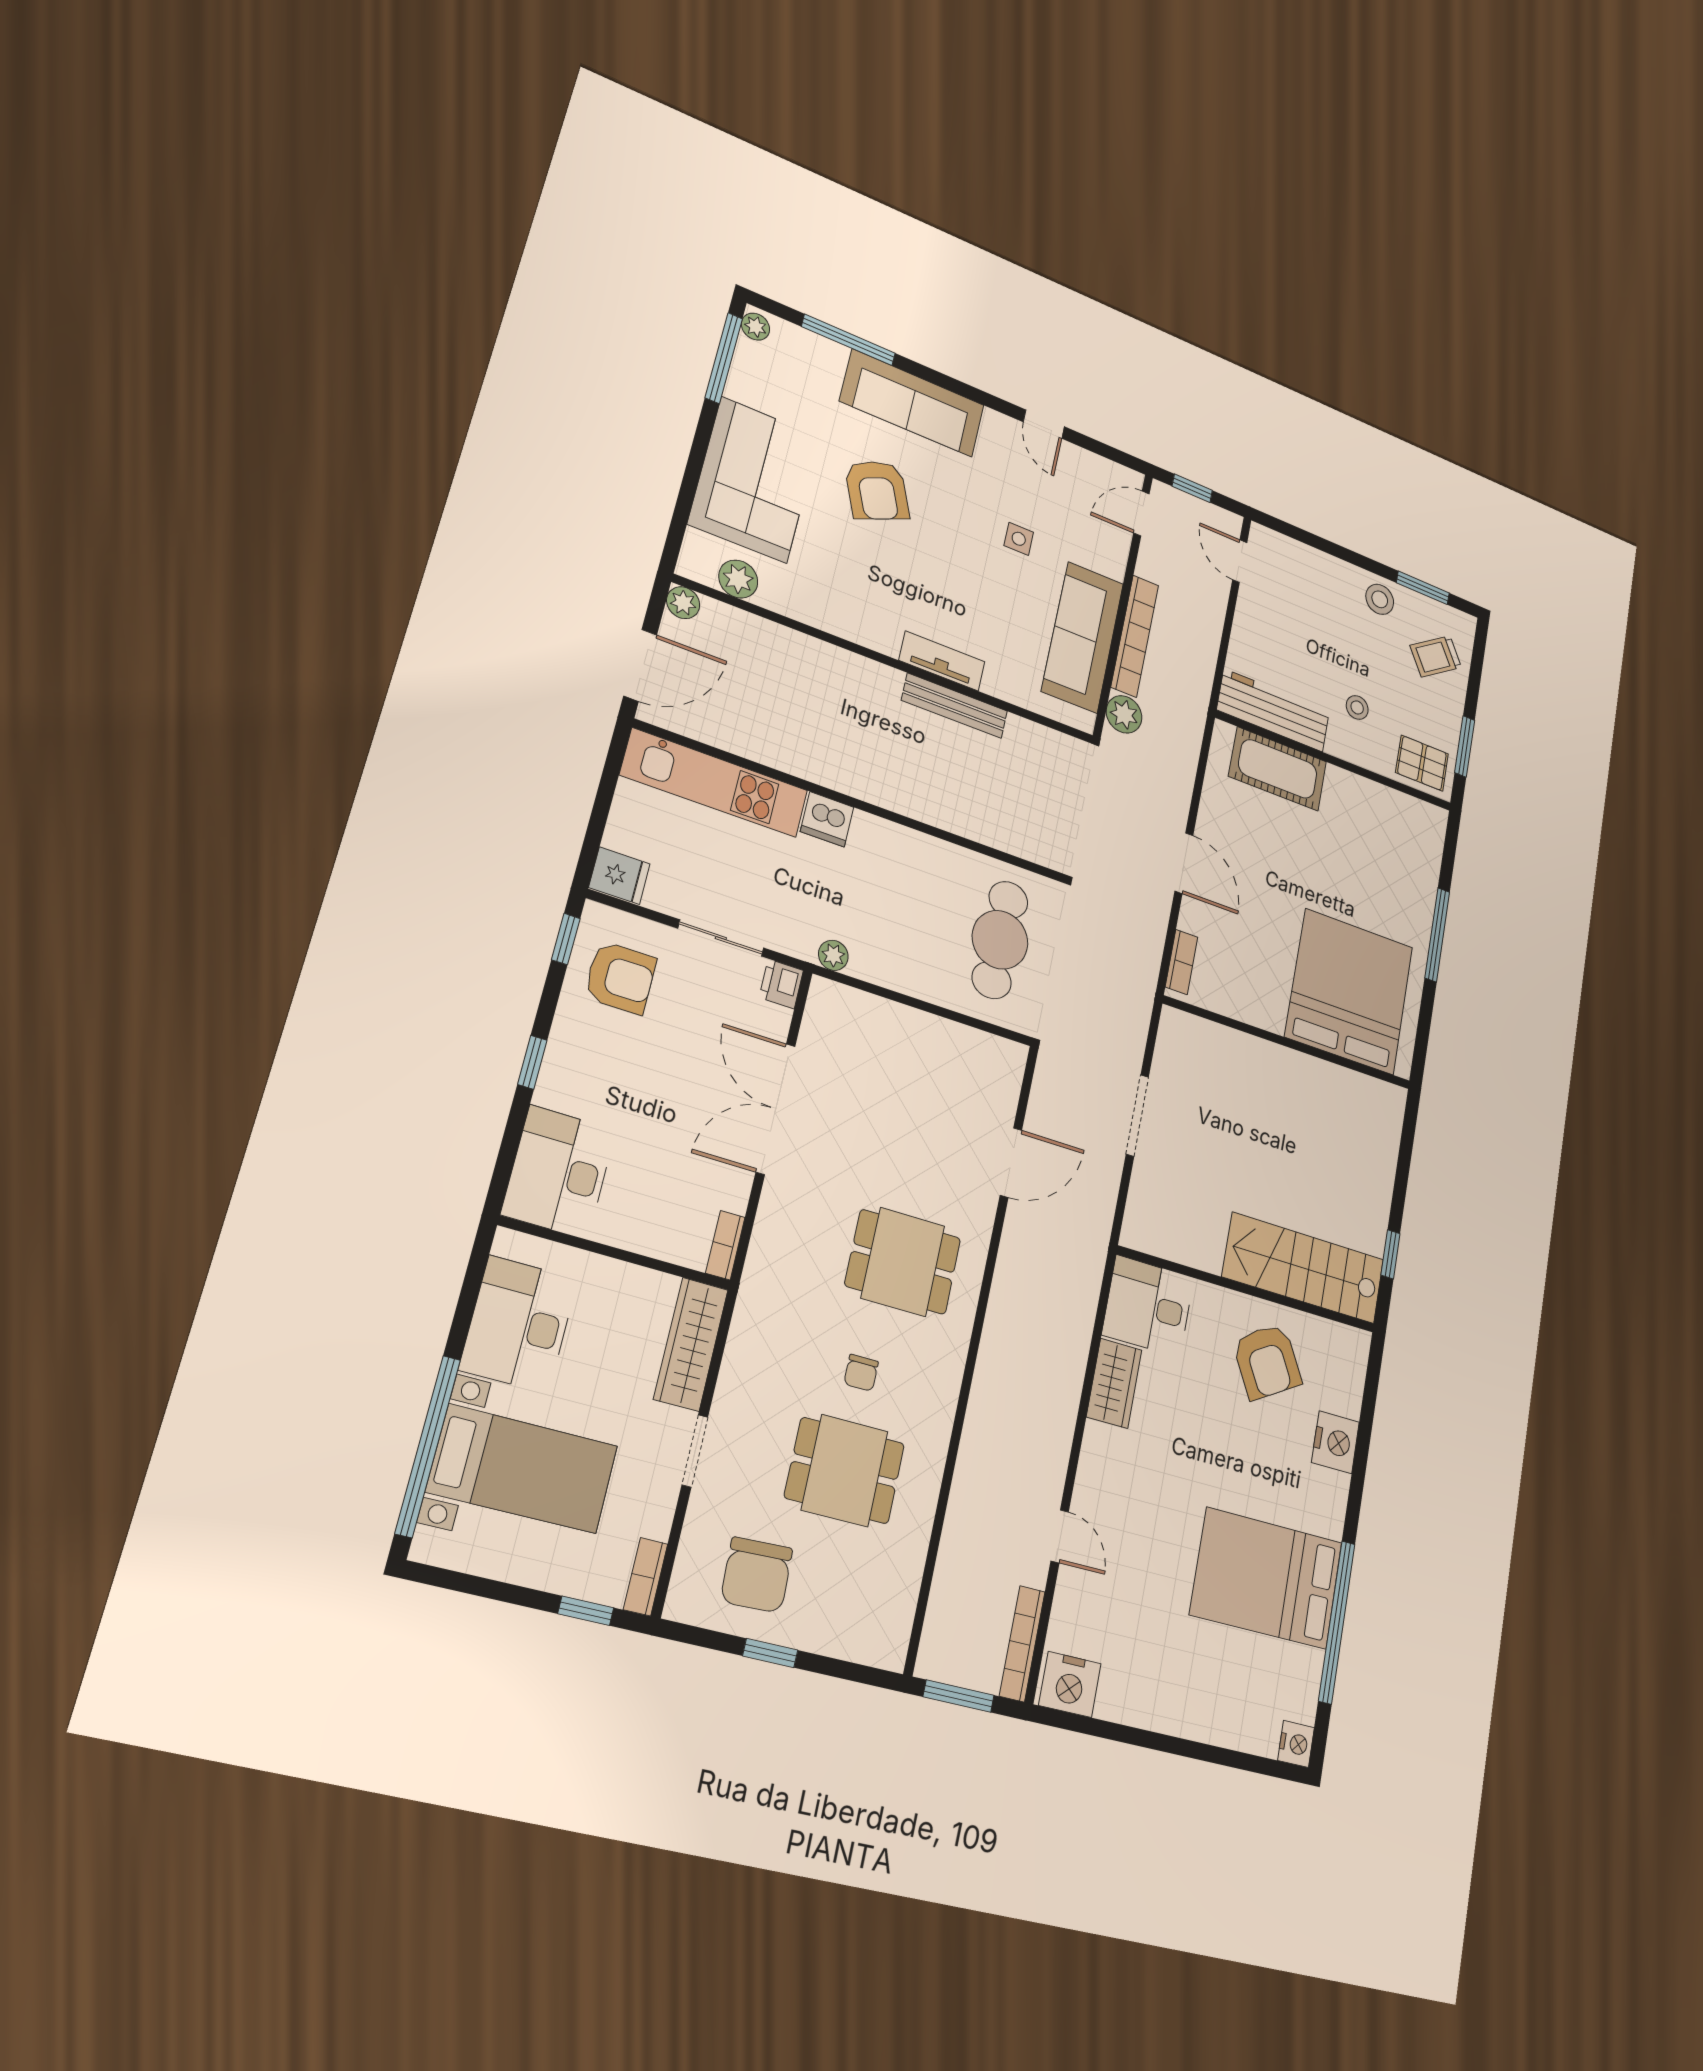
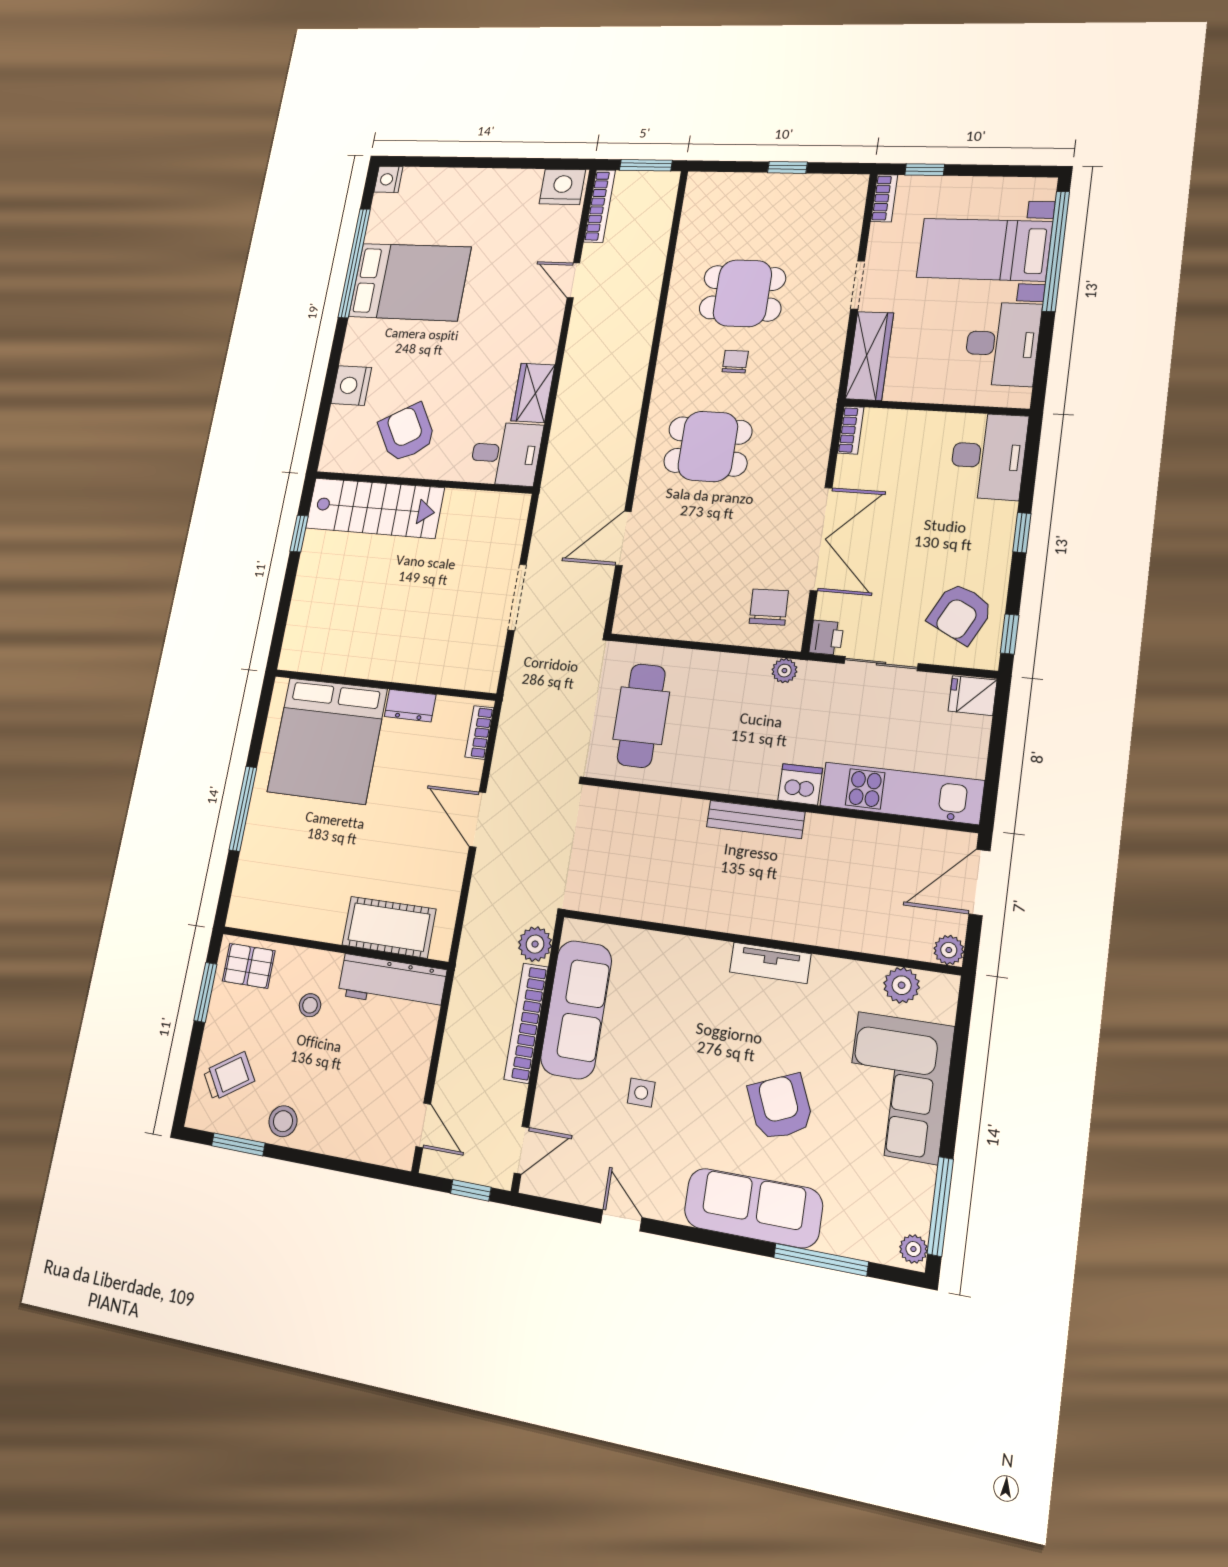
tv unit: (942, 661) -> (770, 963), moved
bench: (955, 706) -> (756, 819), moved
armchair: (620, 978) -> (960, 613), turned -63
dresser: (1259, 1011) -> (410, 706), added
chair: (757, 1575) -> (769, 607), moved, width x0.73, depth x0.73

